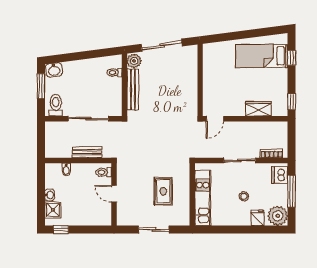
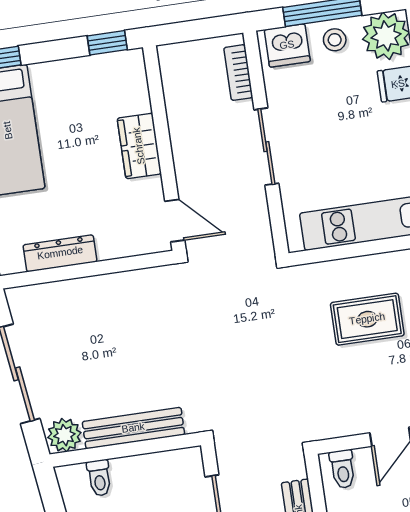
dresser: (208, 70) -> (60, 253), added
wardrobe: (258, 109) -> (139, 146), moved
stool: (244, 196) -> (335, 40), moved

